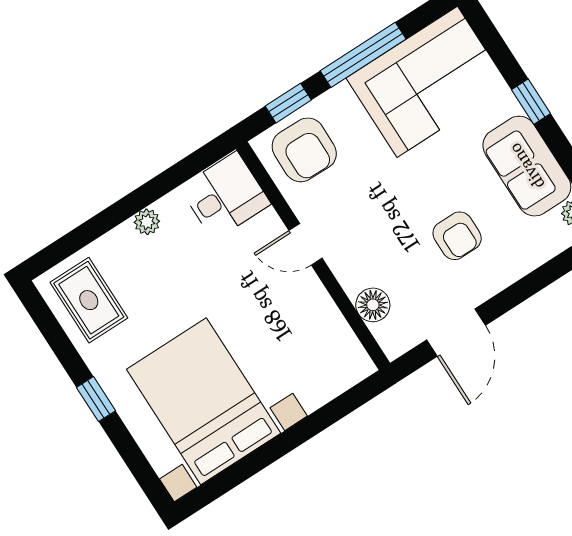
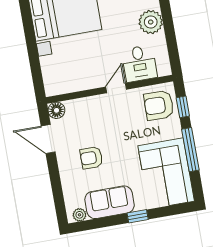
desk: (225, 196) -> (139, 63), moved
plant: (147, 222) -> (151, 22), width x1.87, depth x1.87
floor lamp: (373, 305) -> (56, 110), moved

